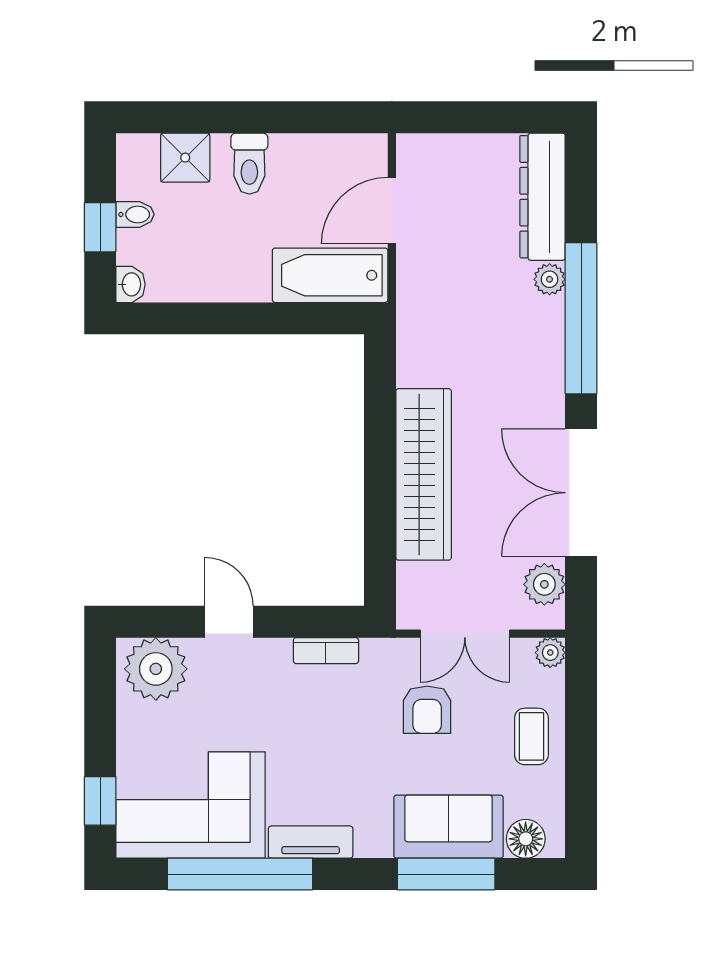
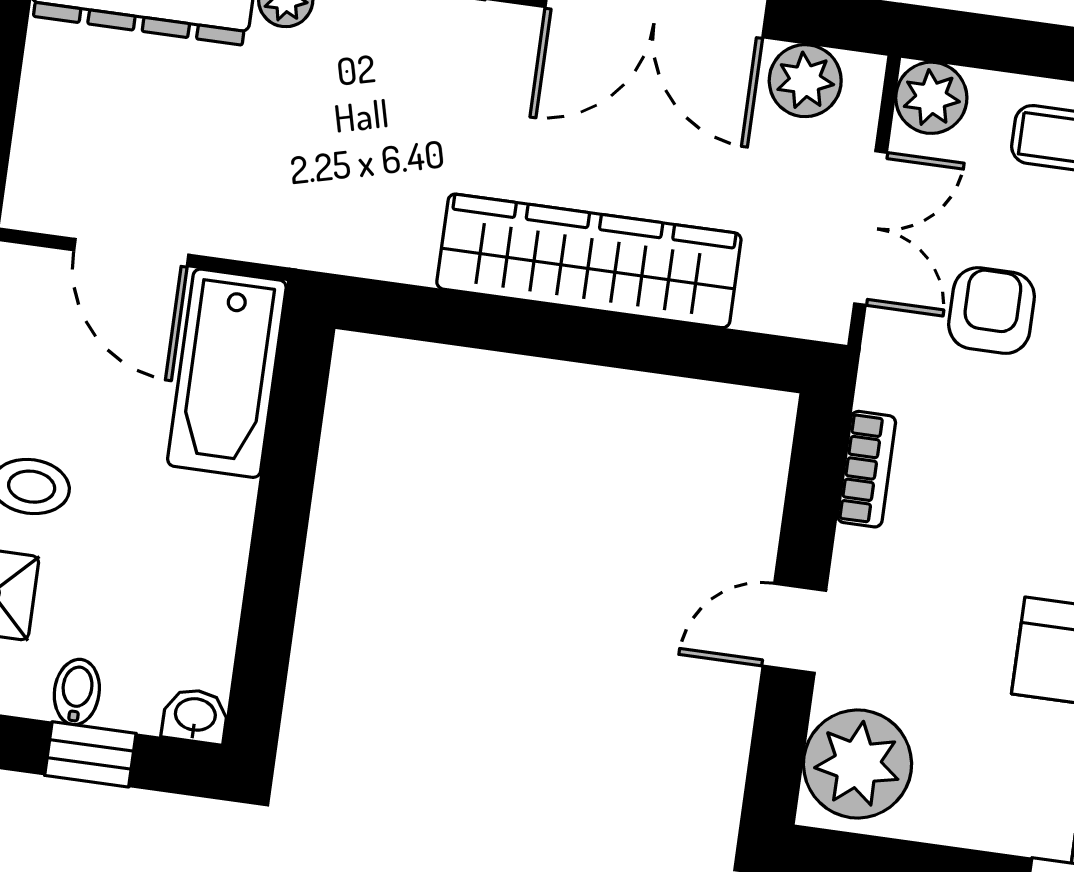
plant: (550, 653) -> (931, 98), width x1.38, depth x1.38
armchair: (427, 710) -> (992, 311), turned -90

